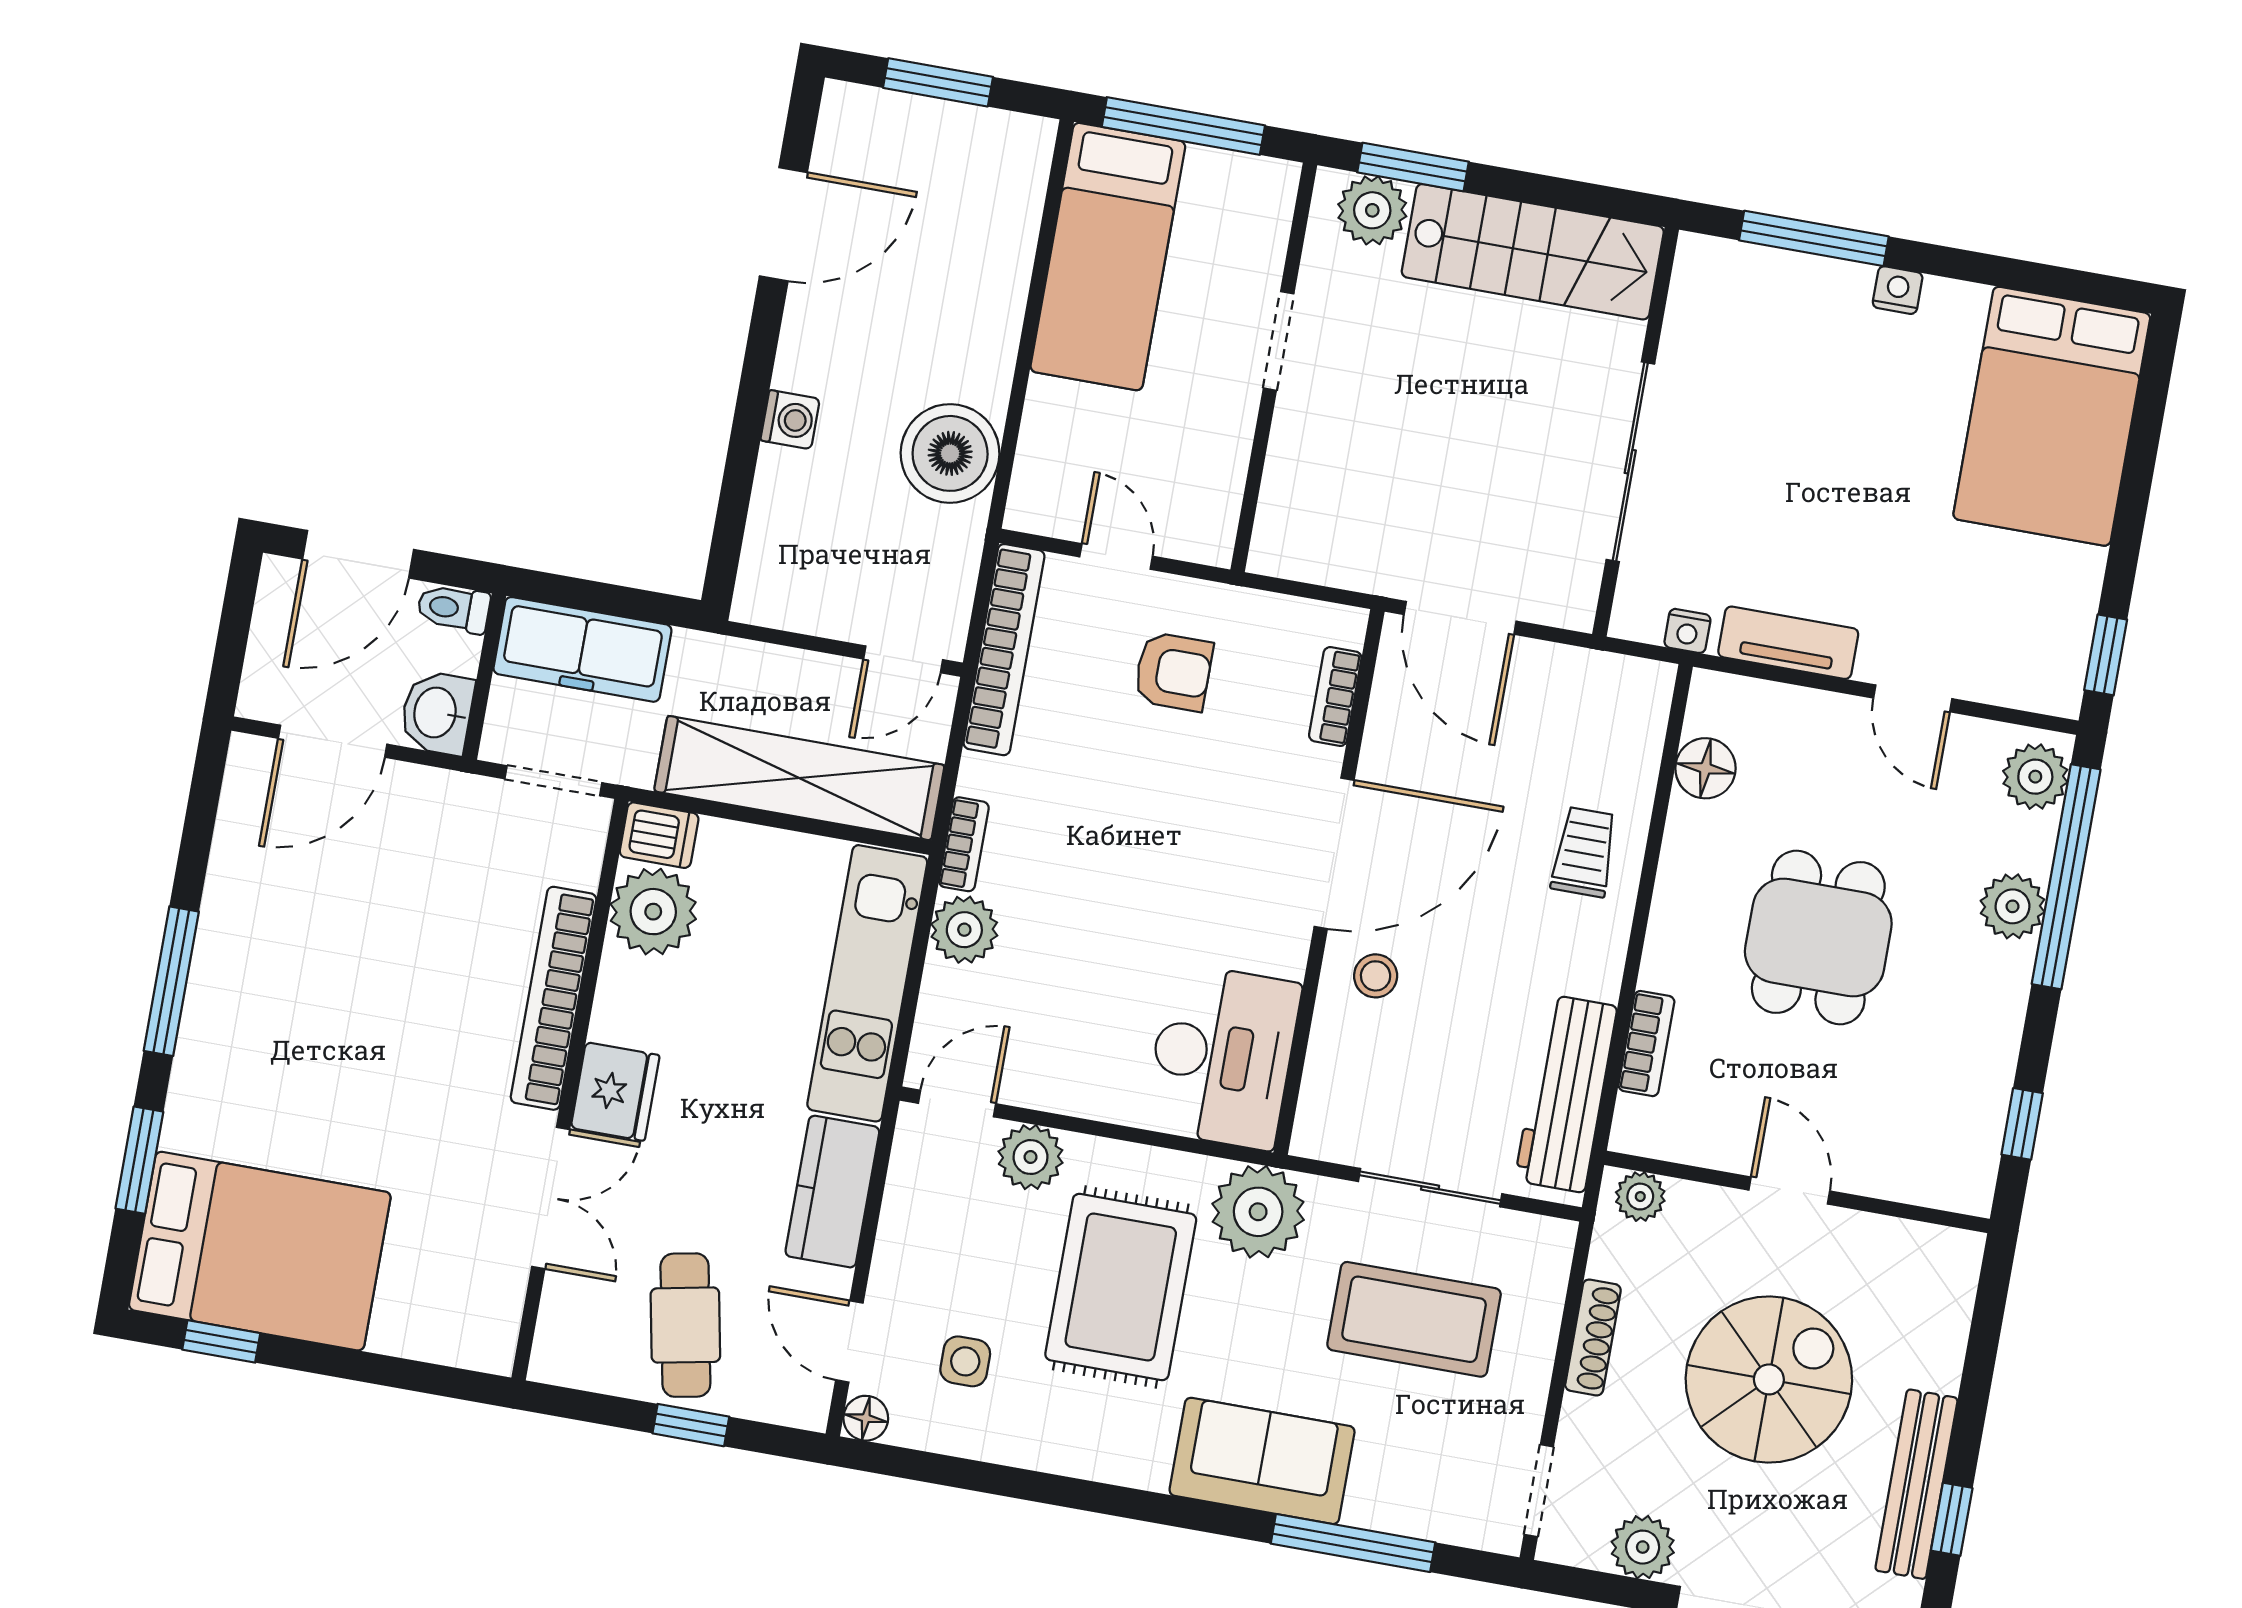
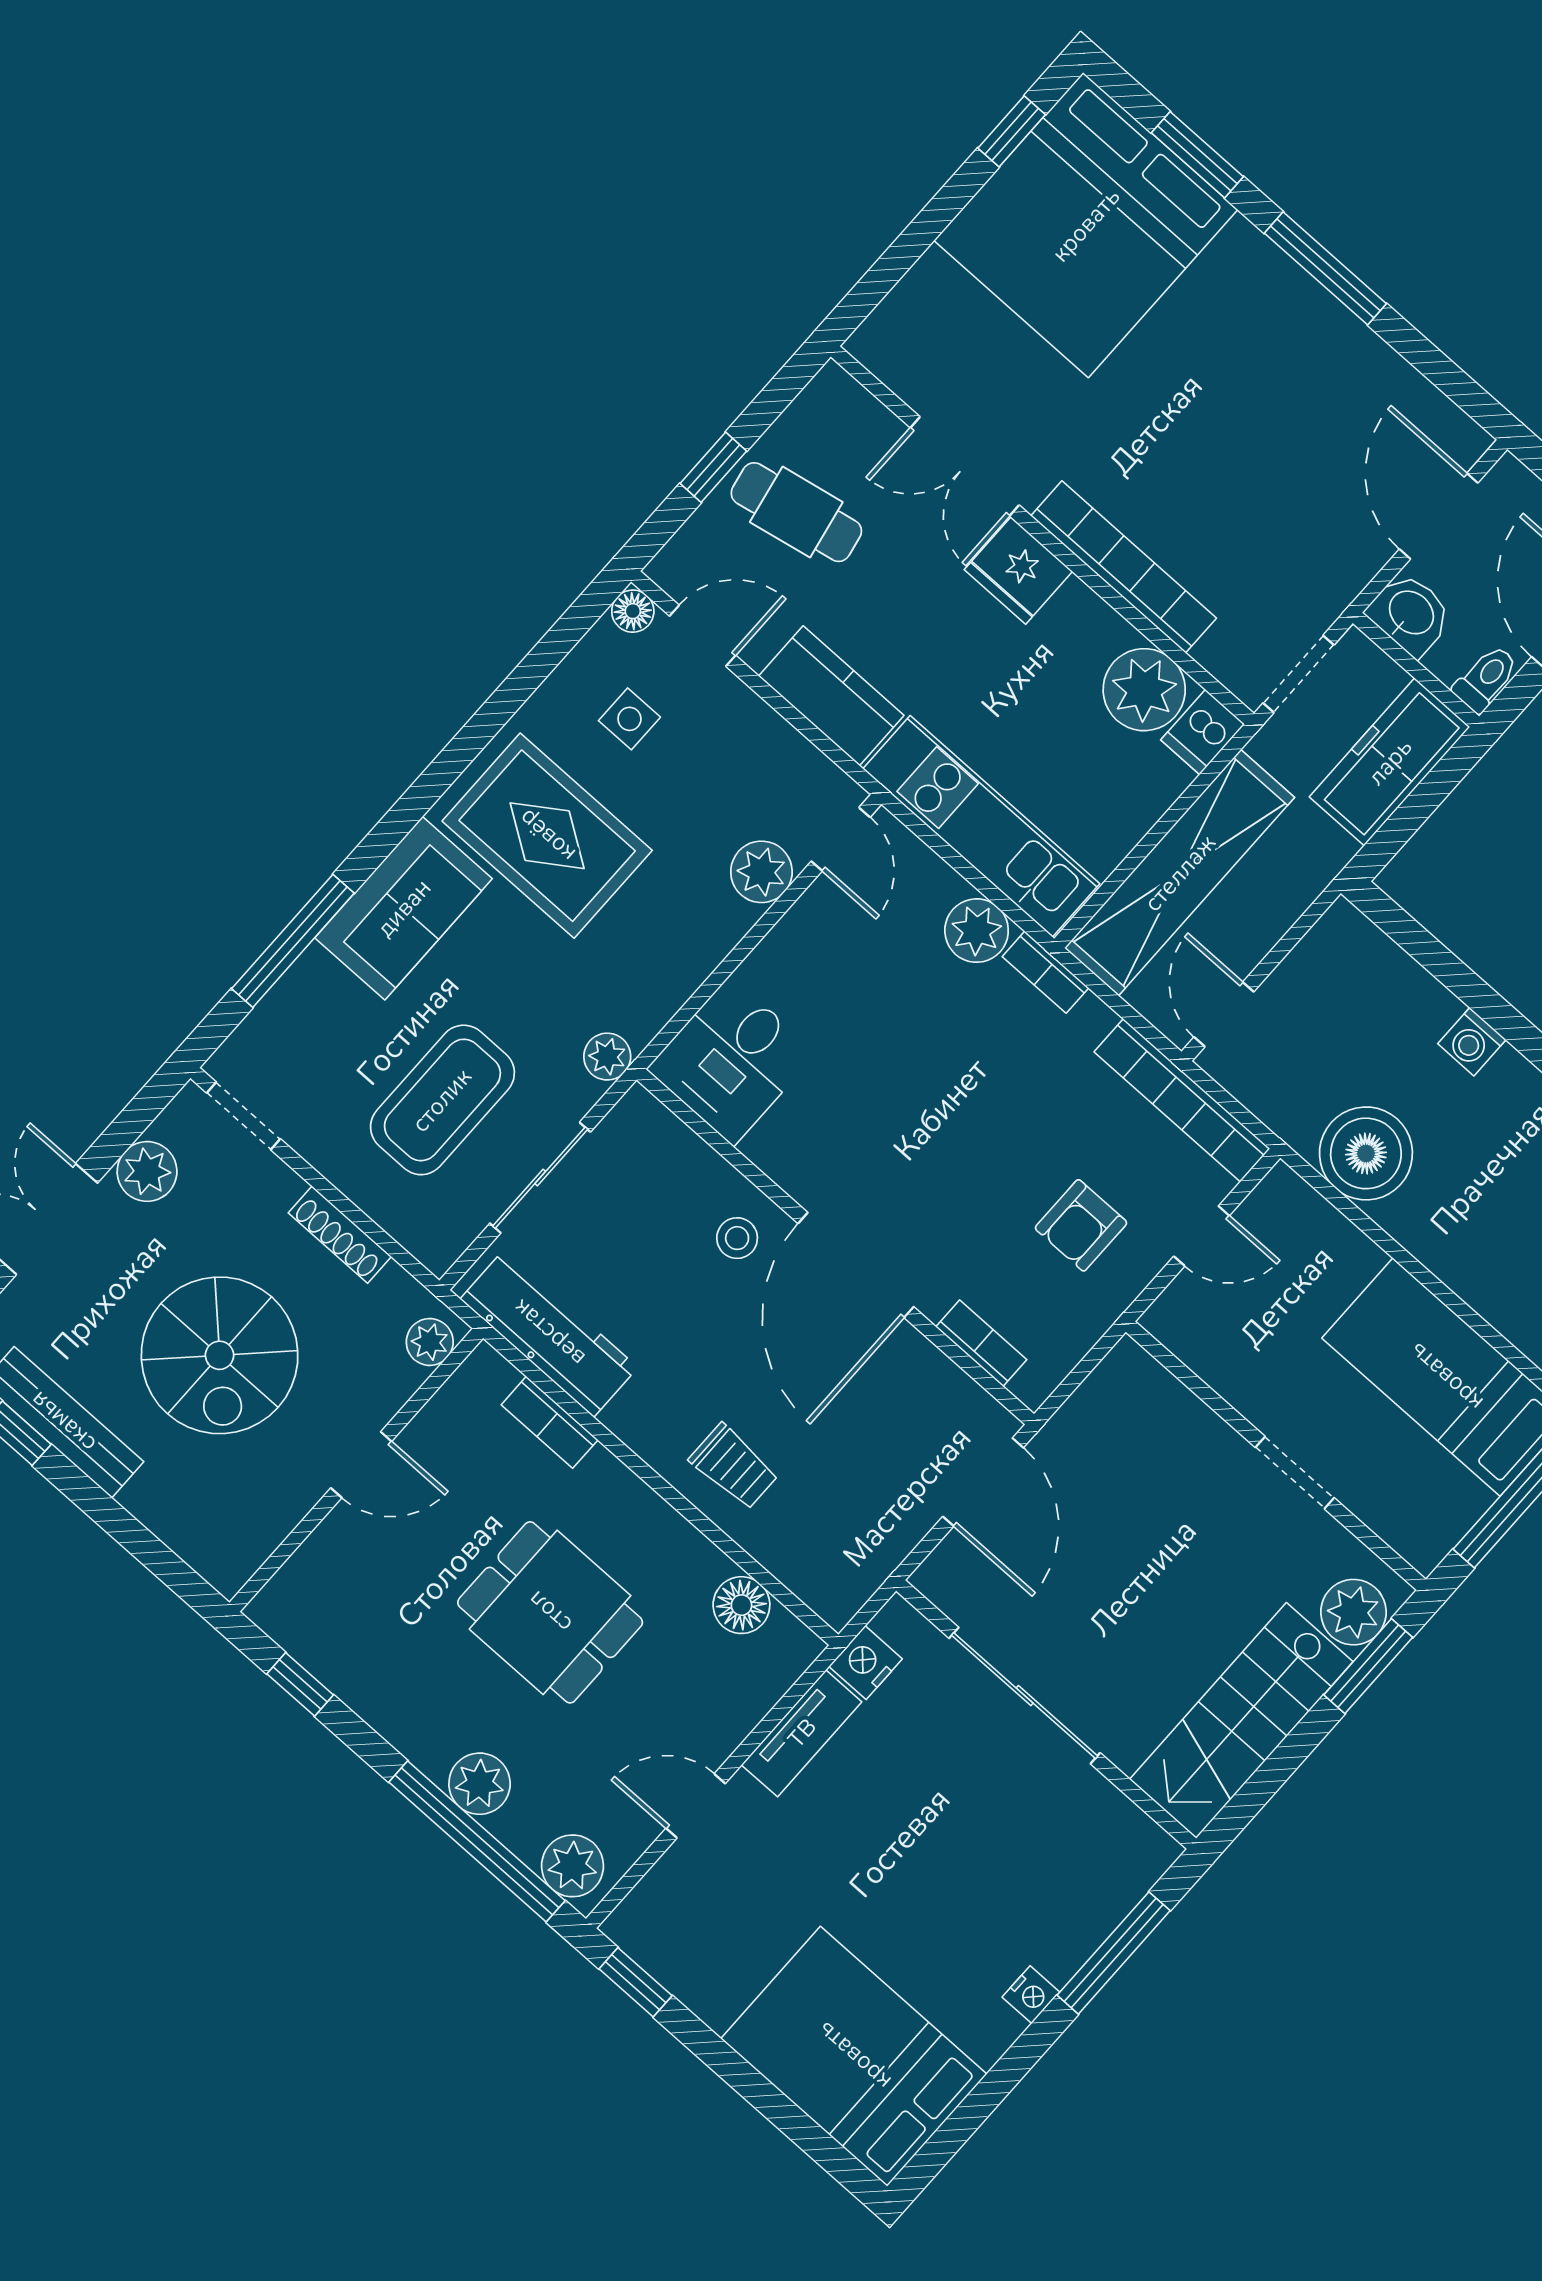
door: (1460, 618) -> (983, 1482), swing flipped
nightstand: (1687, 631) -> (866, 1663), width x1.39, depth x1.35
desk: (1222, 1056) -> (732, 1061), width x0.73
plant: (1258, 1212) -> (607, 1057), width x0.53, depth x0.53
bed: (260, 1251) -> (1086, 225), width x1.36
rug: (1121, 1287) -> (547, 836), moved

